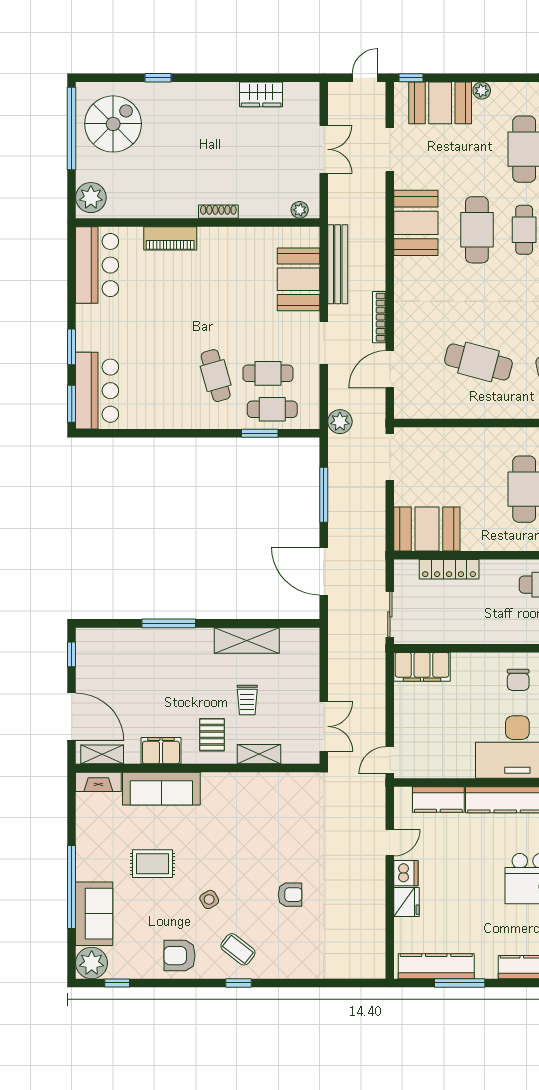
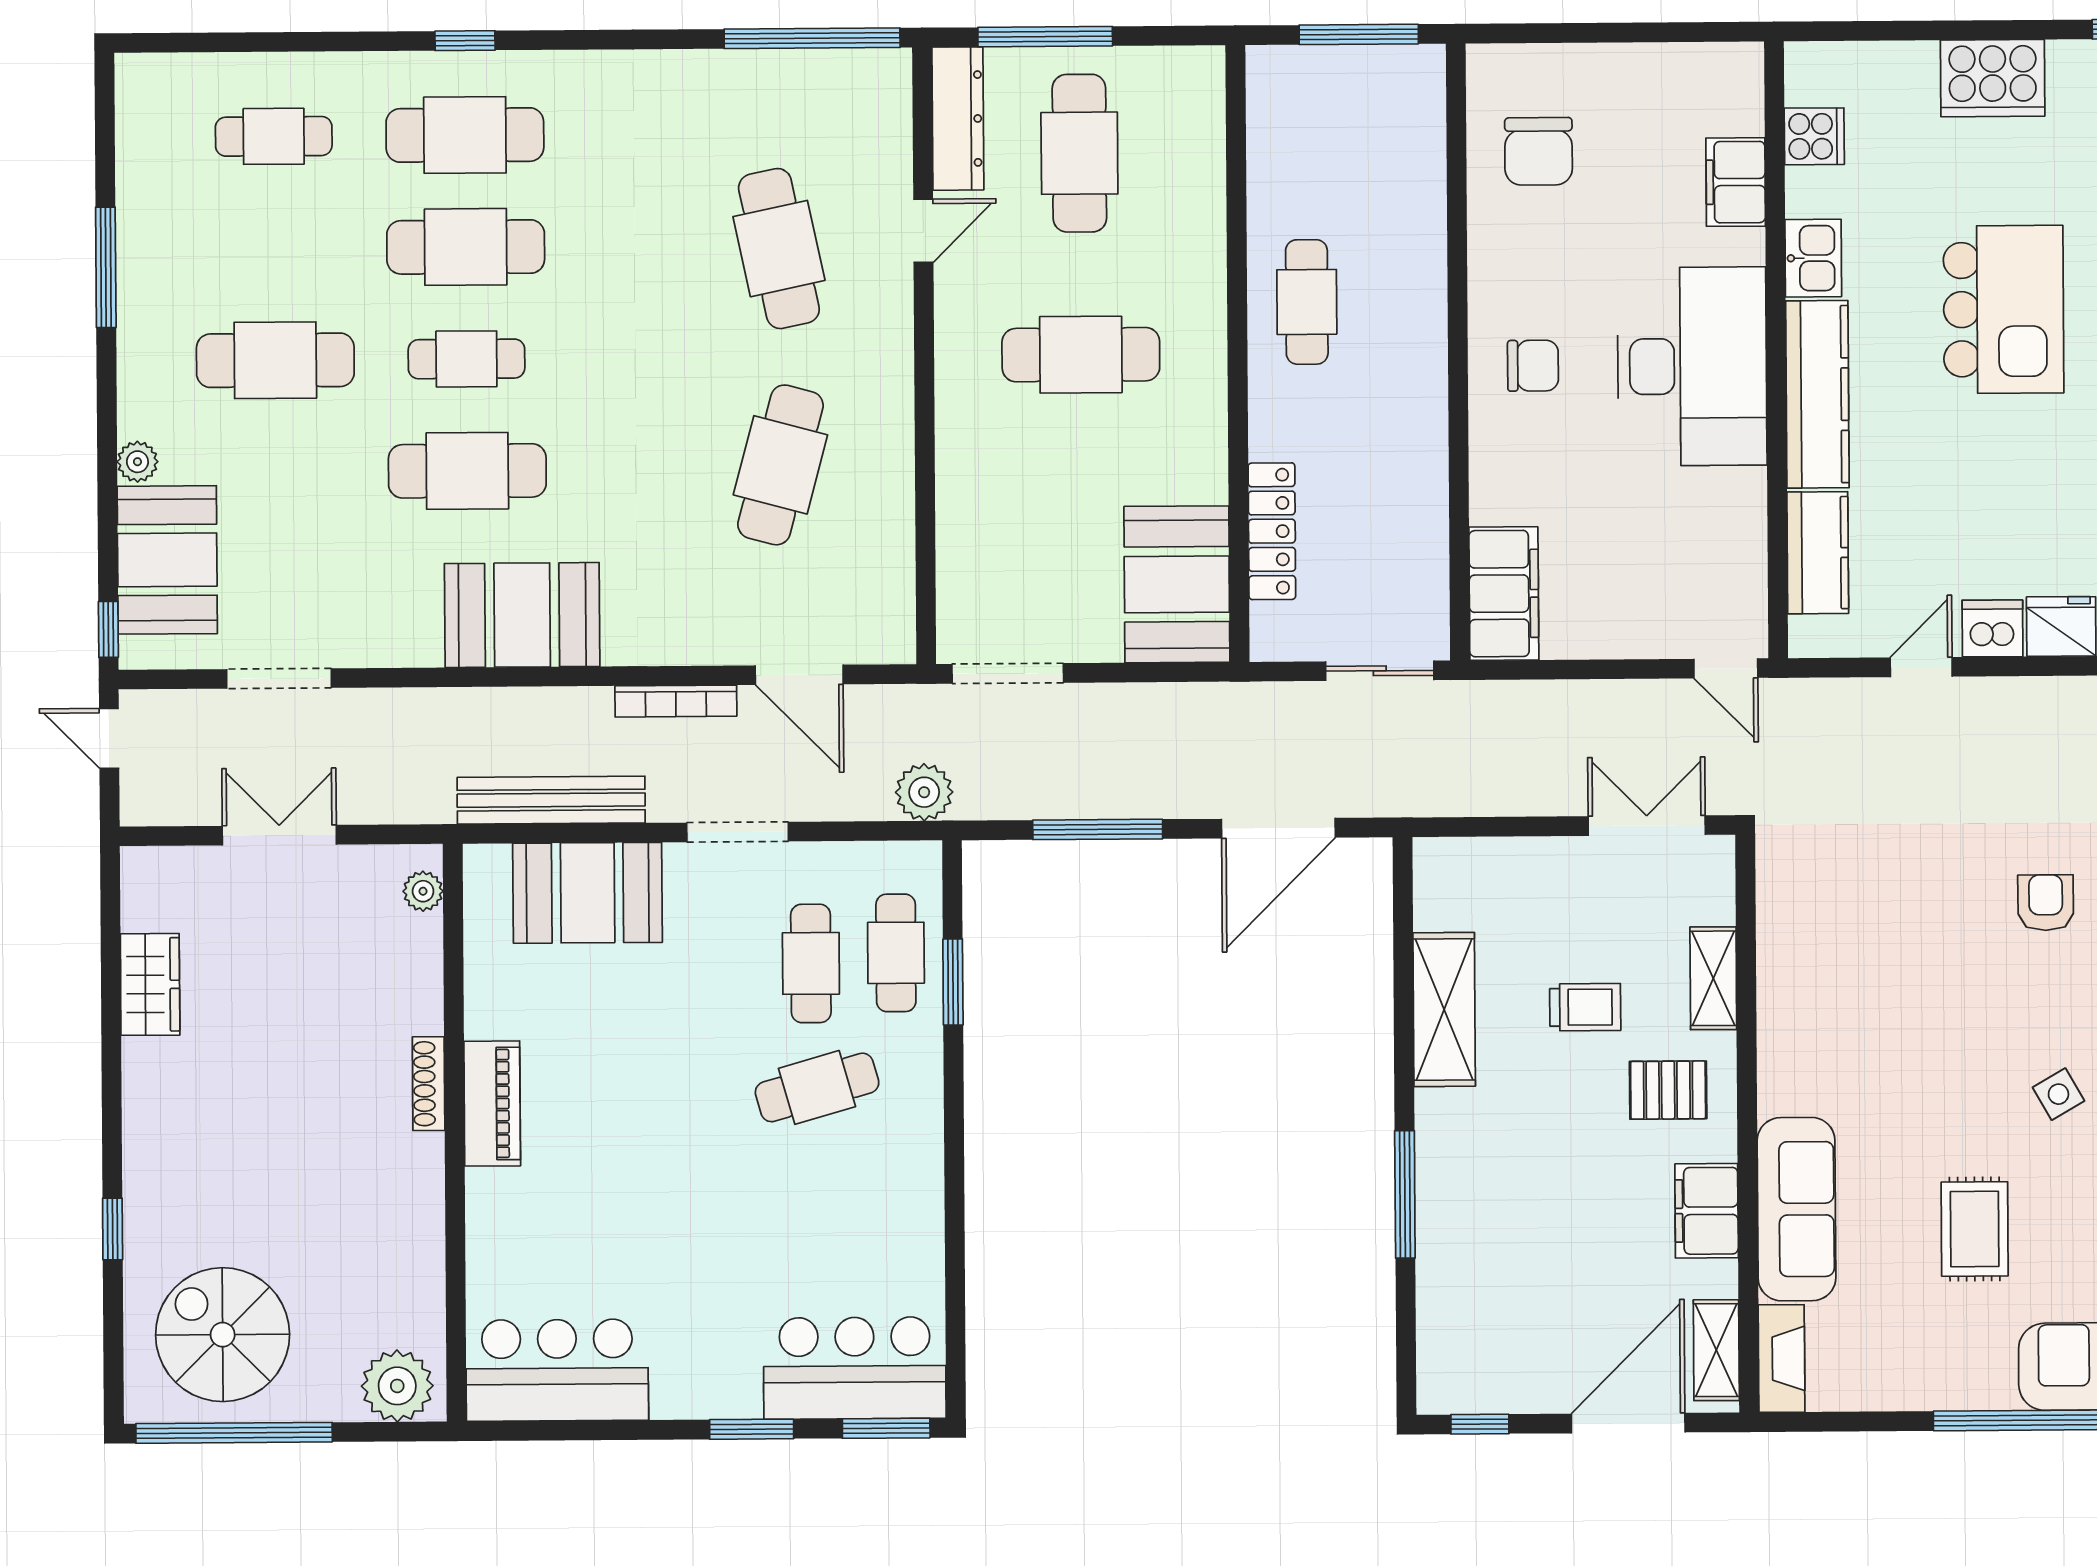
booth: (416, 223) -> (522, 615), moved
piano: (170, 238) -> (492, 1104), moved
door: (390, 843) -> (1921, 667), hinge flipped

